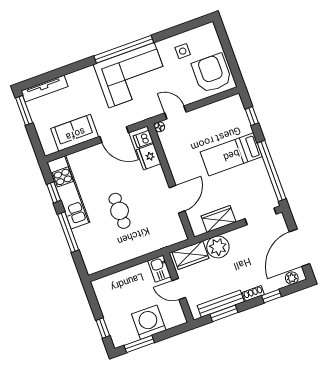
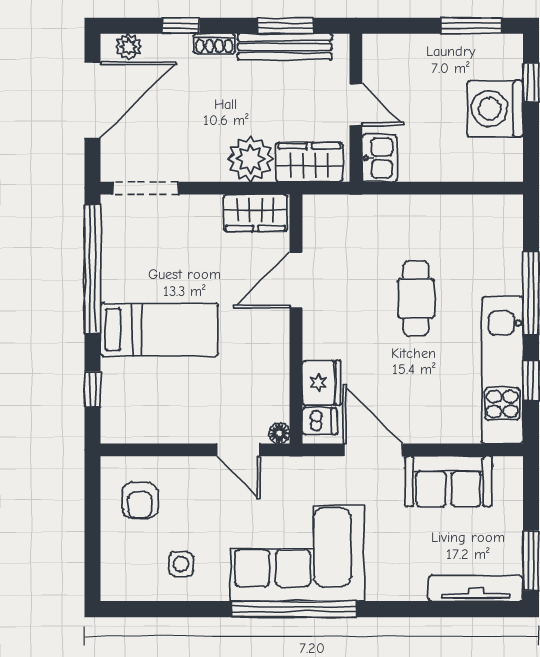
armchair: (212, 73) -> (140, 500), width x0.53, depth x0.53
wardrobe: (219, 219) -> (255, 213), moved
washing machine: (149, 322) -> (495, 109), moved, turned 90

